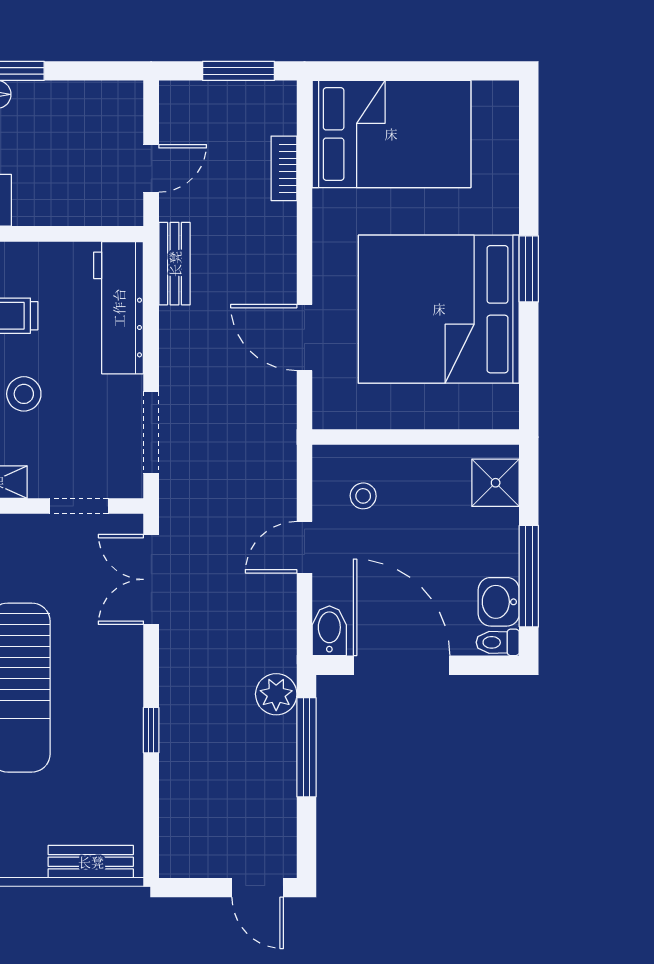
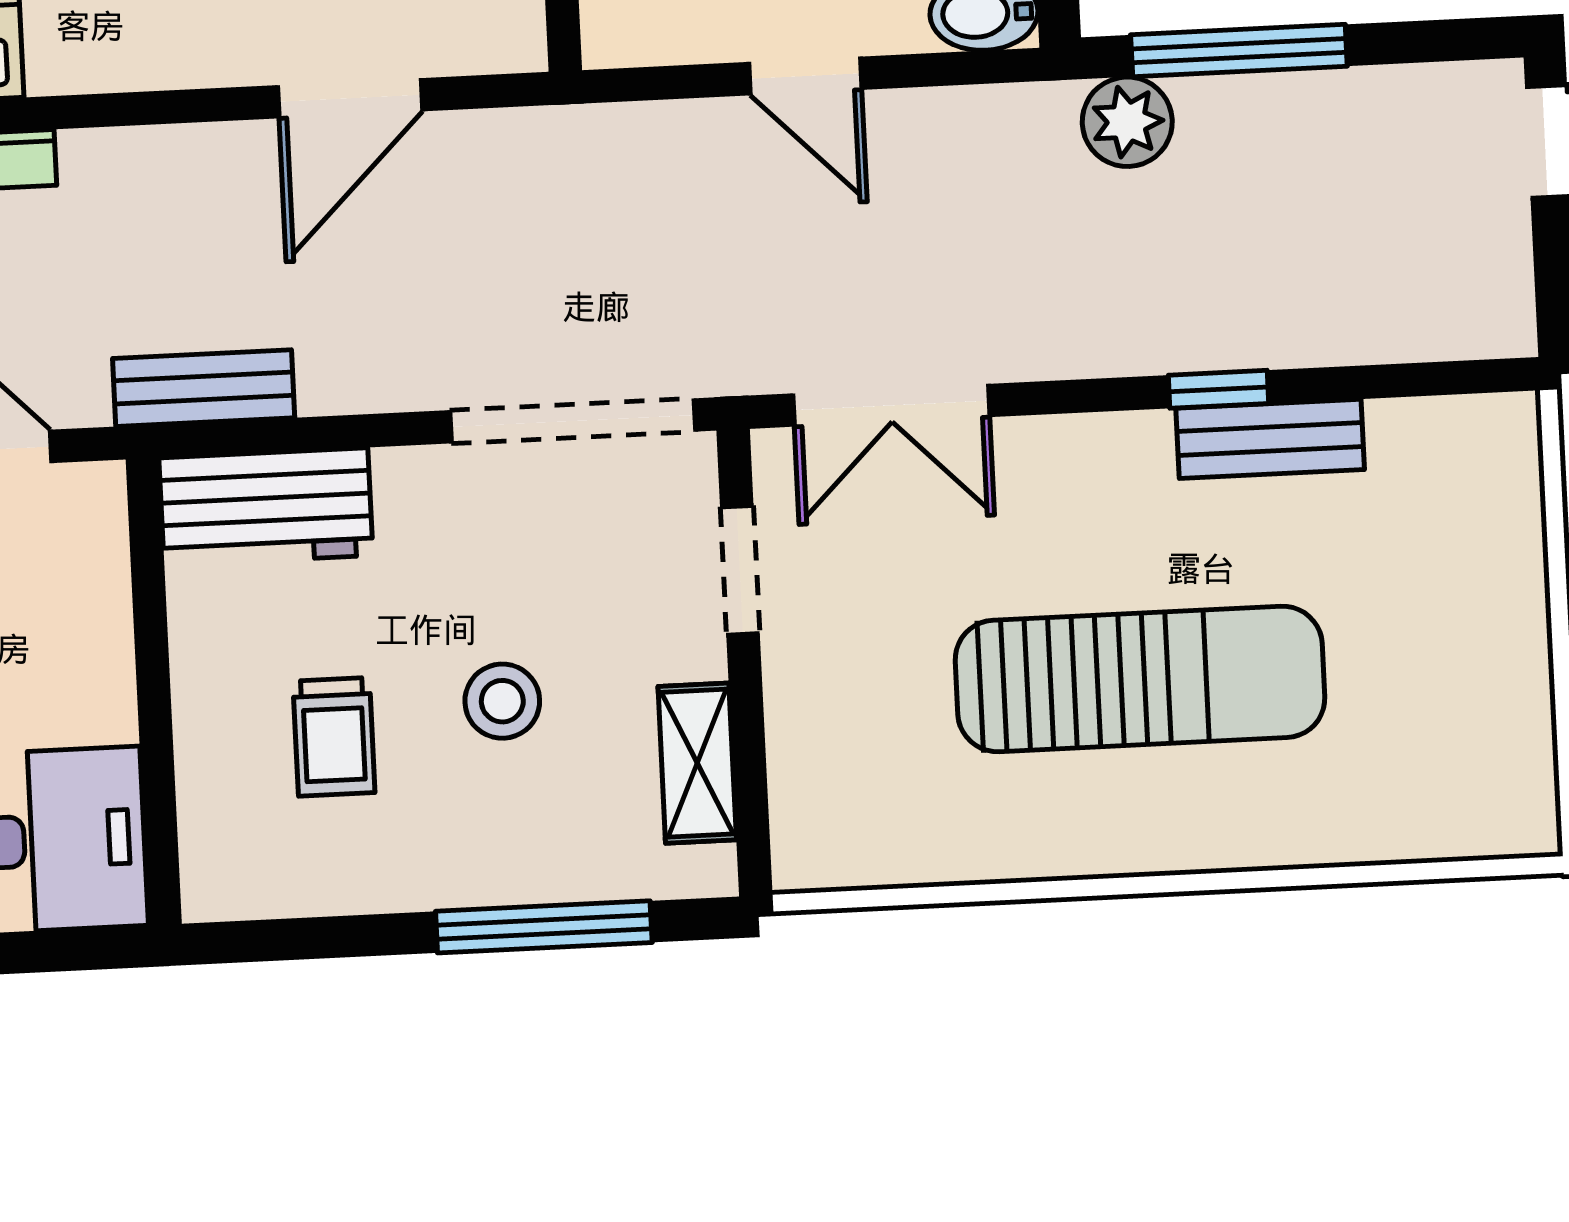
workbench: (119, 308) -> (266, 507), width x0.73
doorway: (151, 433) -> (573, 421), width x1.36
bench: (91, 862) -> (1270, 439), moved, turned 90

